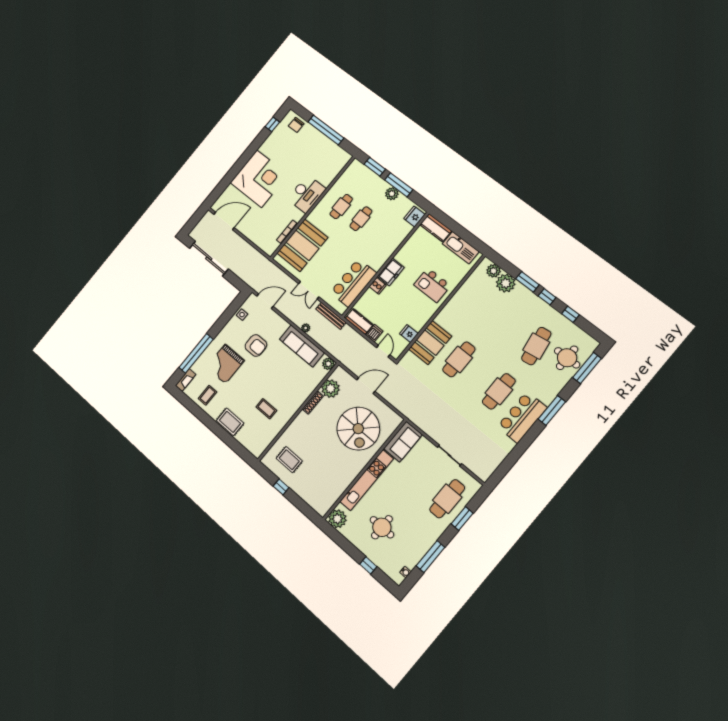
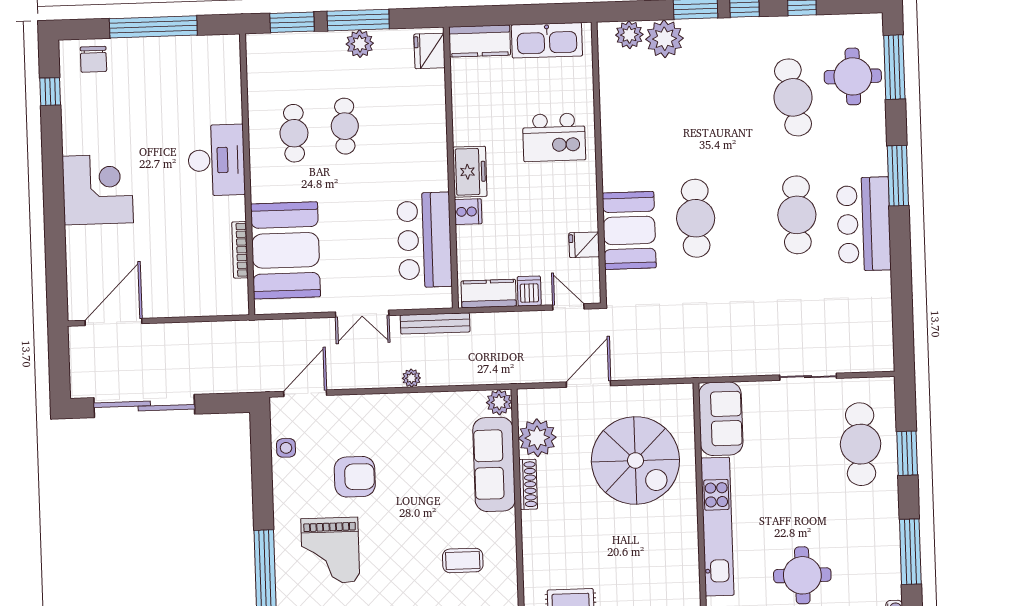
corner desk: (259, 179) -> (98, 190), width x0.74, depth x0.74
sofa: (302, 346) -> (494, 464), moved, turned 90

